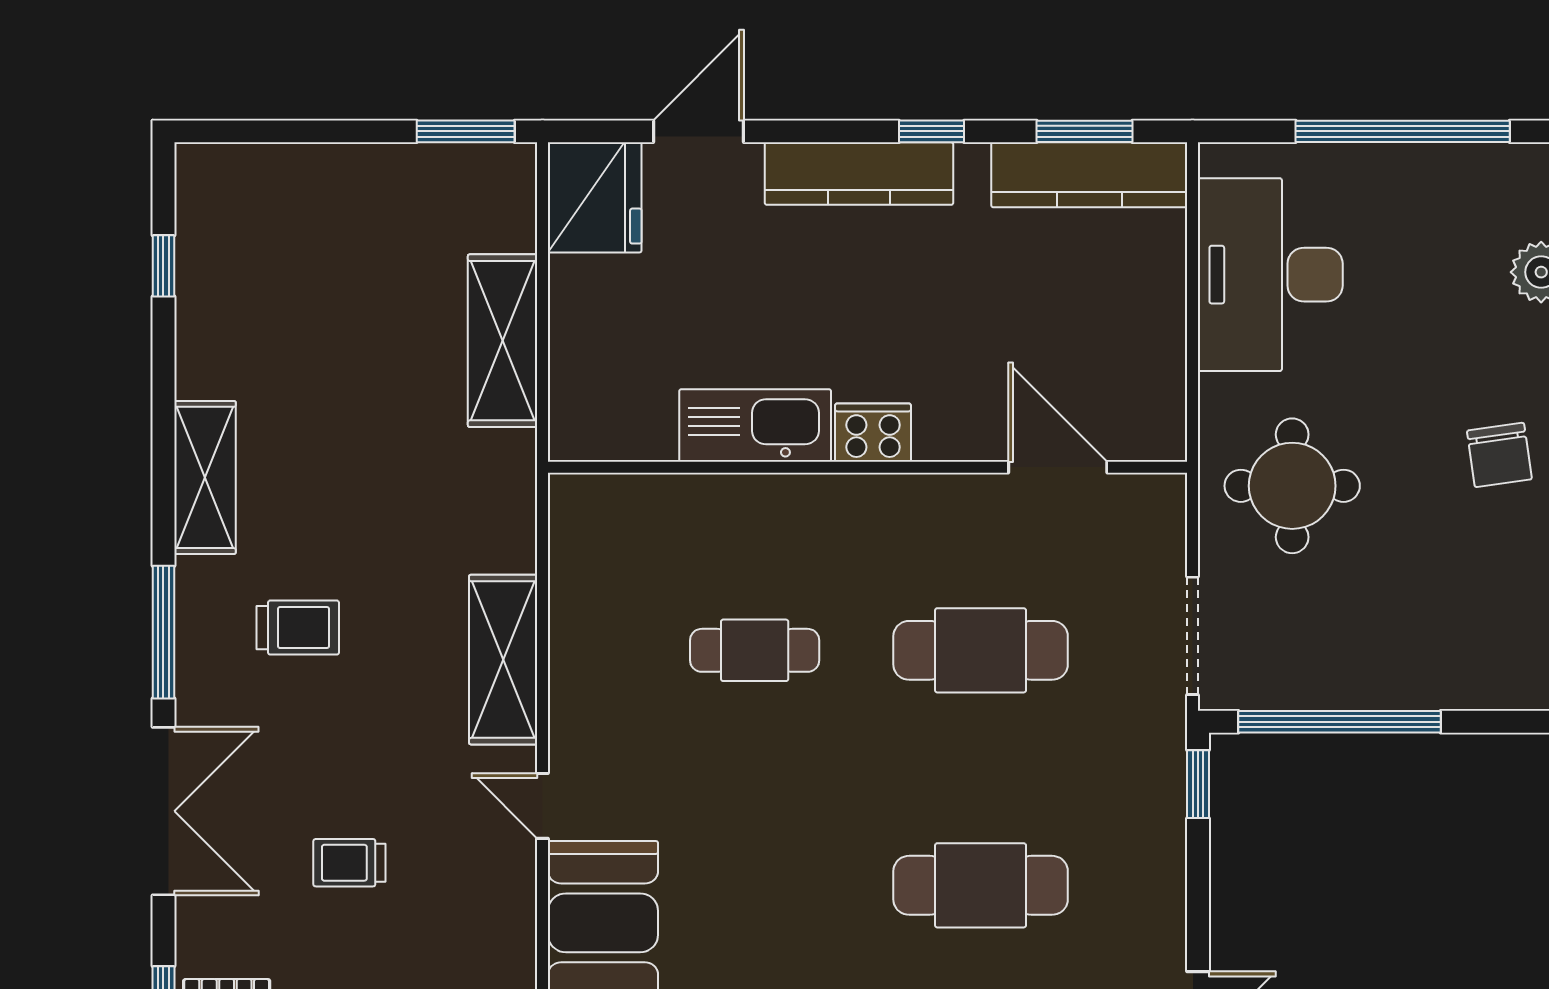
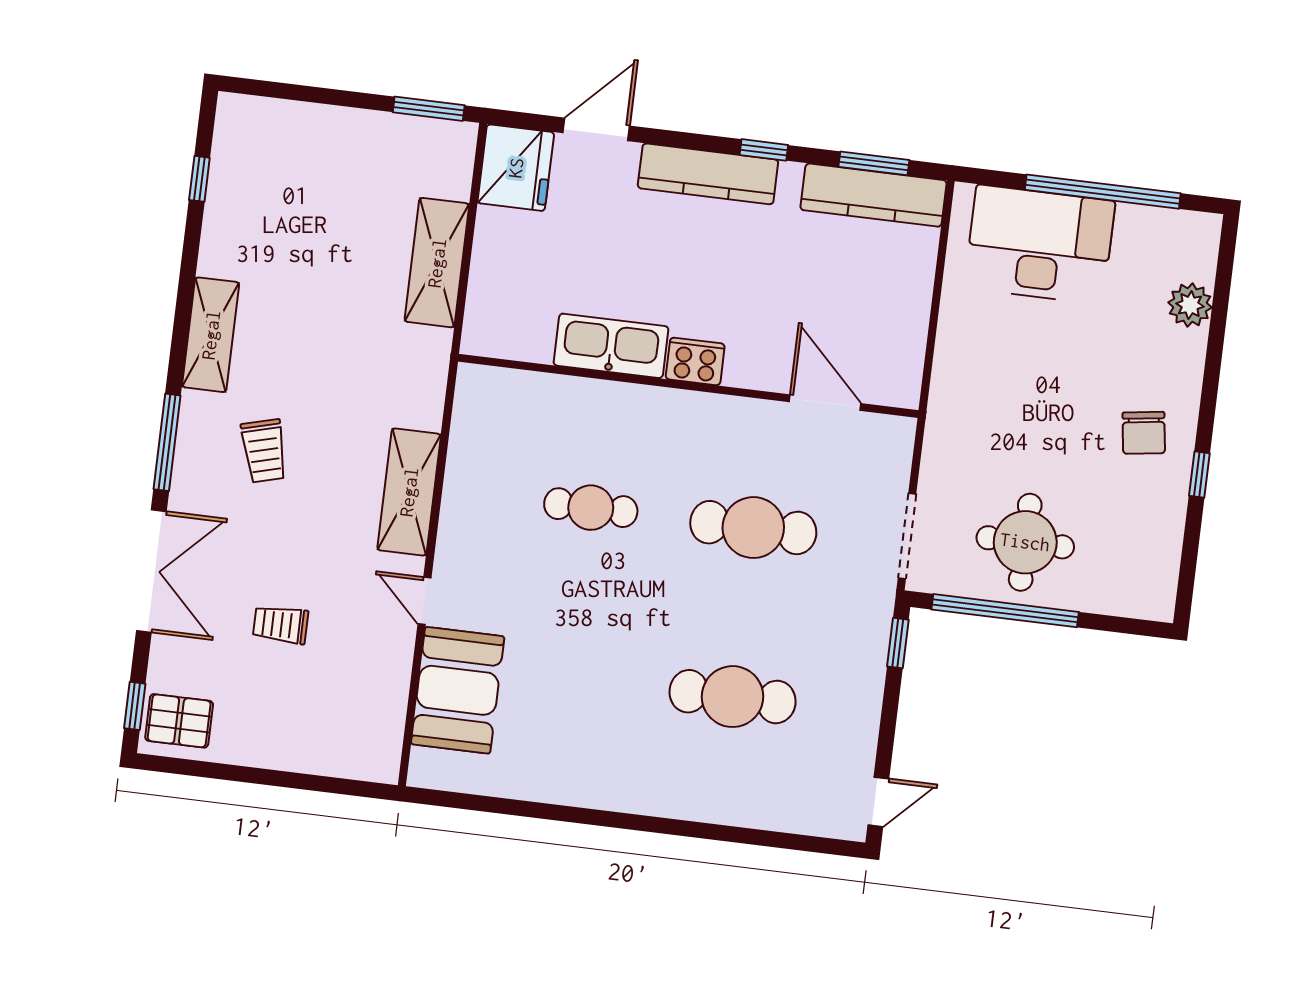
desk: (1270, 275) -> (1040, 244), moved, turned 90
round table: (1292, 486) -> (1025, 542), moved
trolley: (298, 628) -> (264, 451), turned 75

